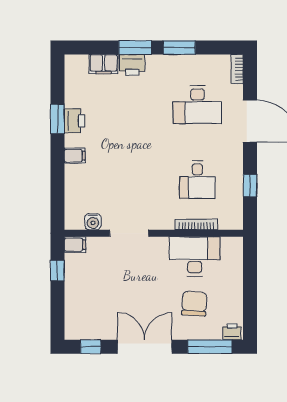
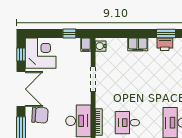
filing cabinet: (75, 156) -> (138, 44), width x2.00
water cooler: (93, 222) -> (101, 46), moved
chair: (194, 304) -> (40, 115), moved
corner desk: (88, 316) -> (41, 53), added

